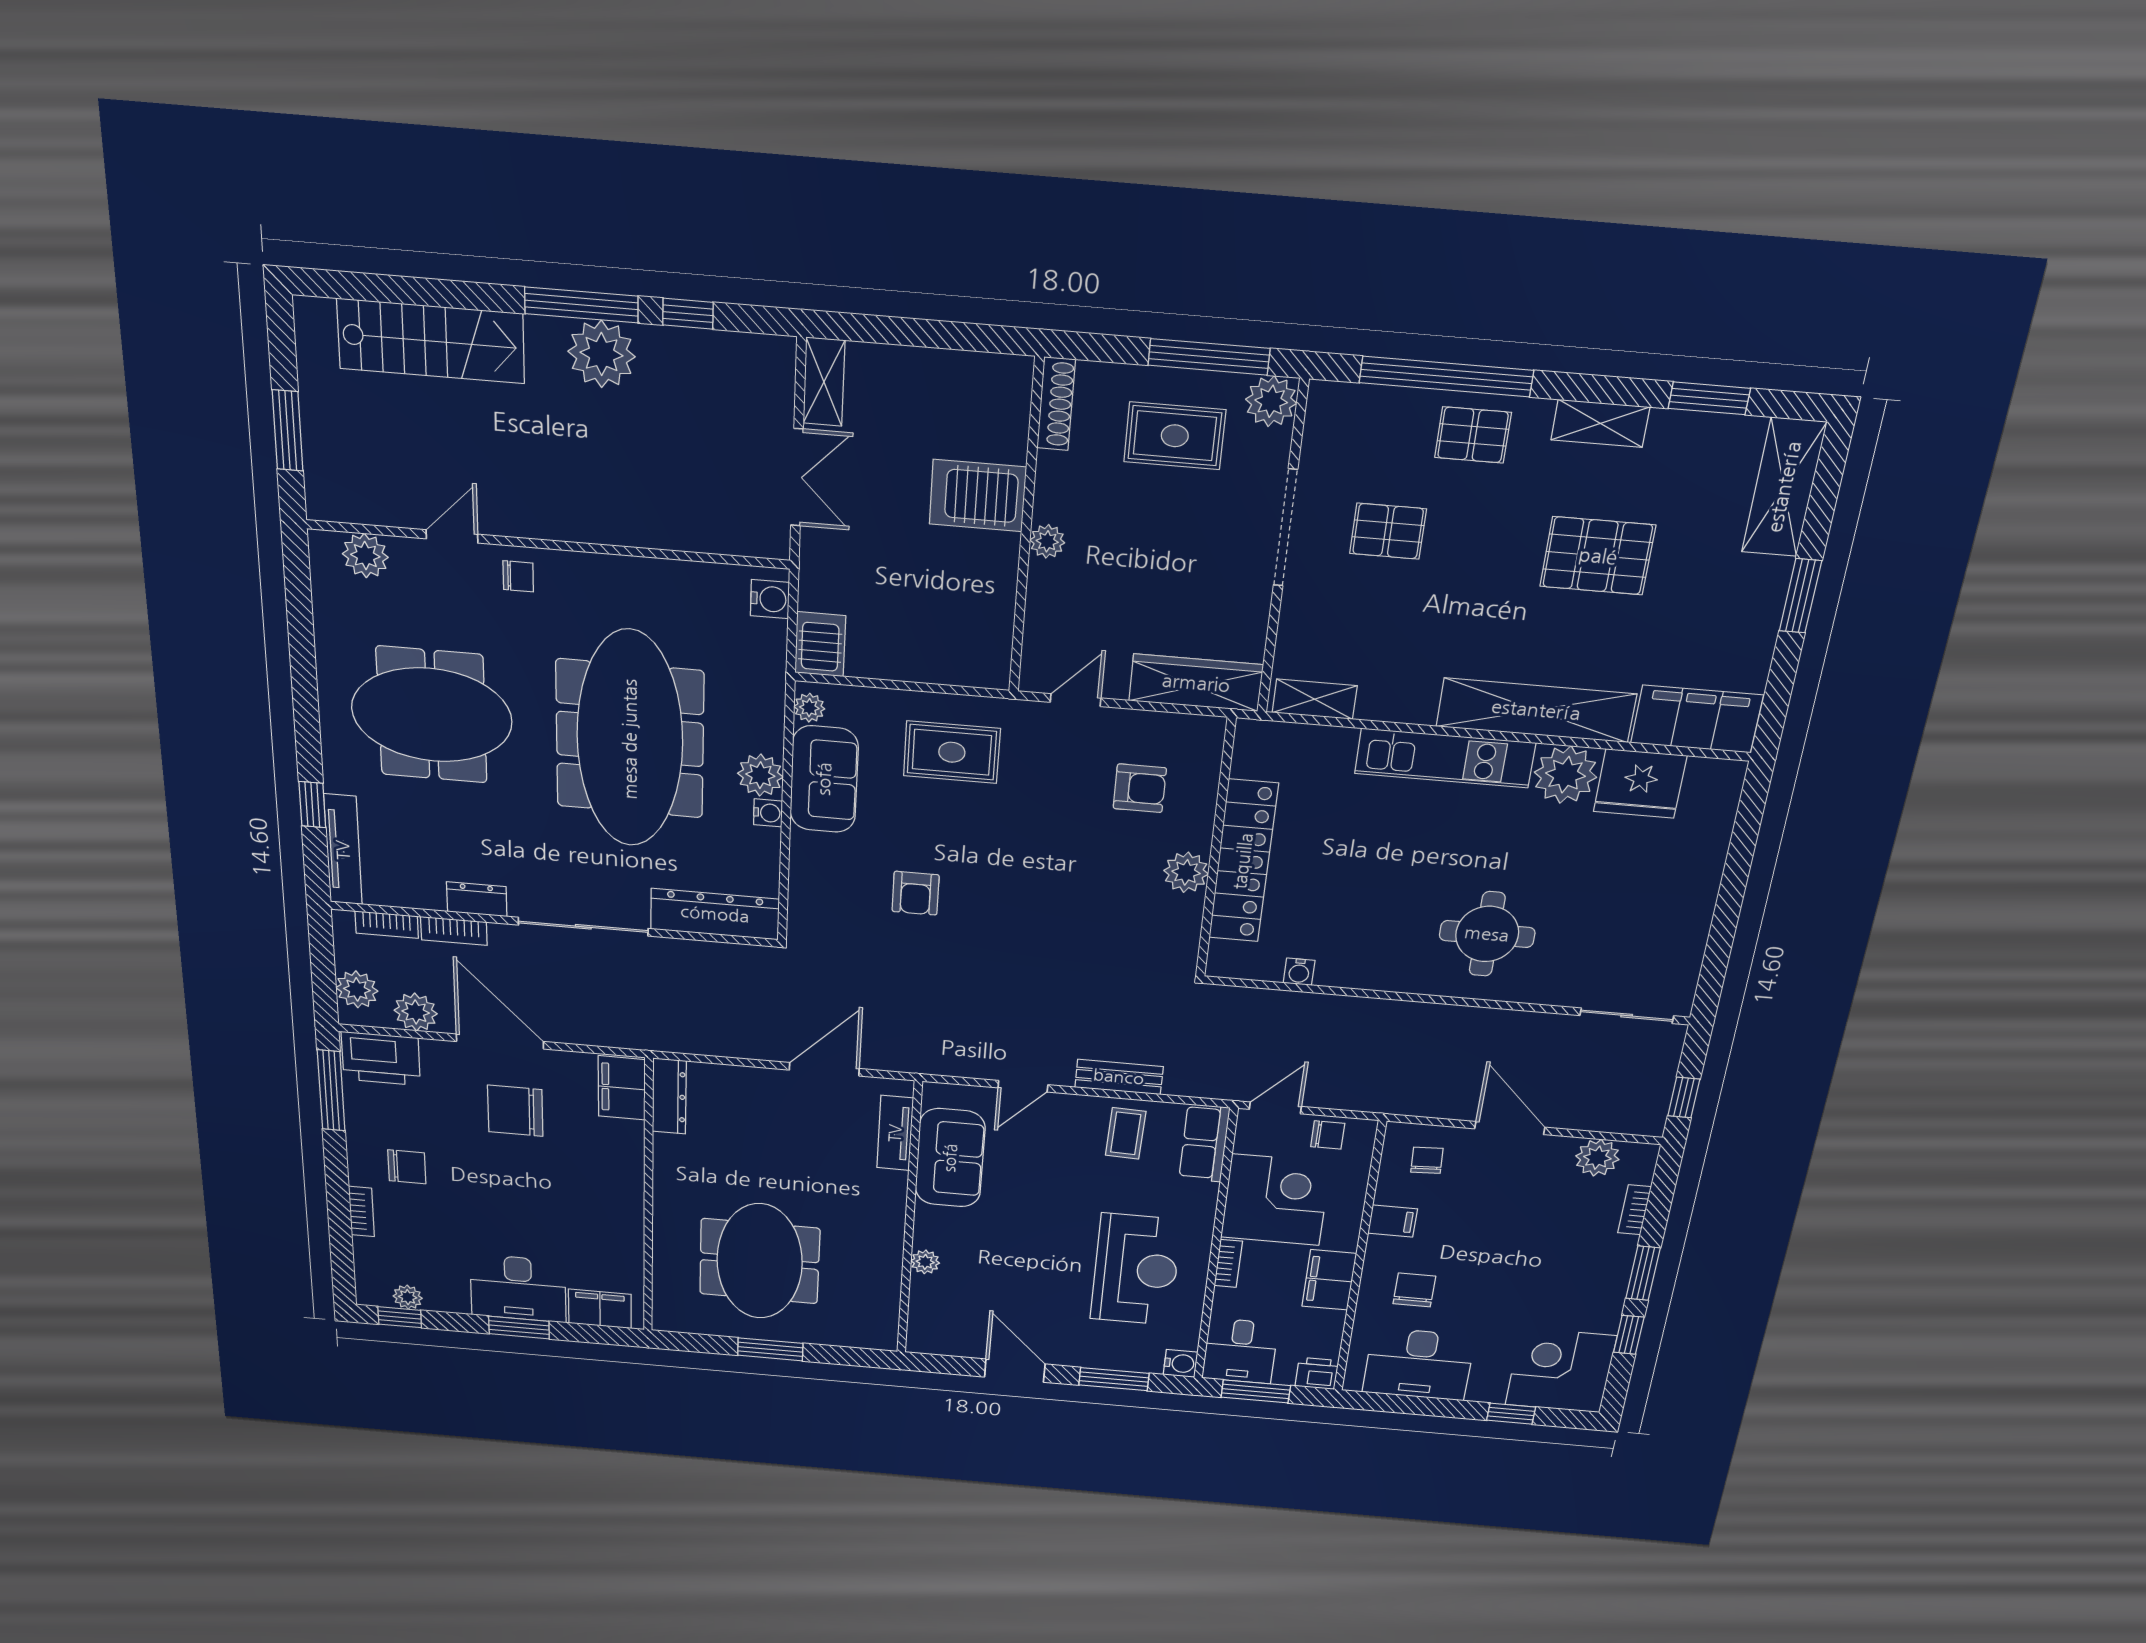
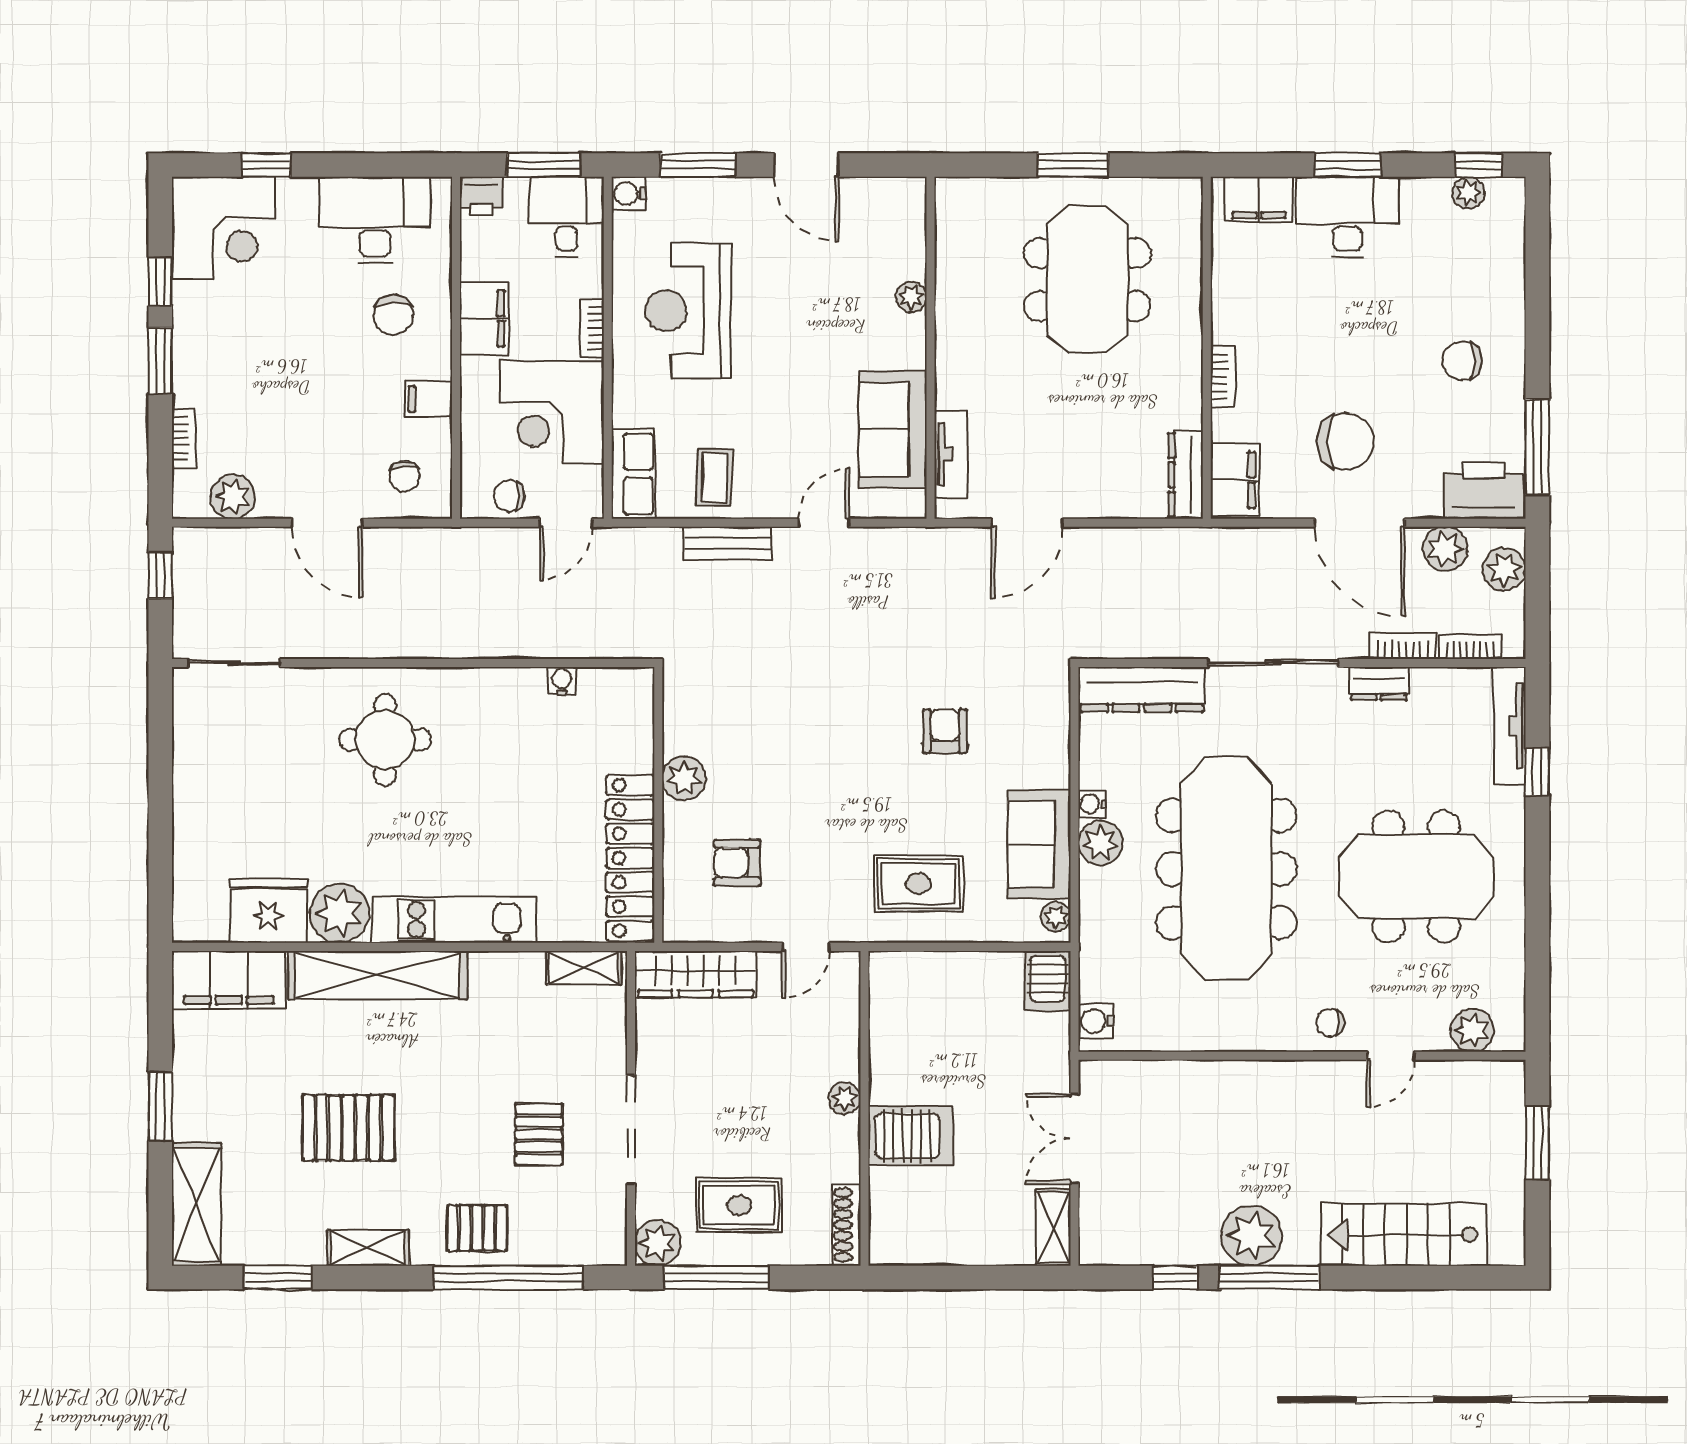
pallet: (1388, 531) -> (539, 1134), turned 90
locker: (1243, 861) -> (630, 858), moved
bookcase: (361, 1212) -> (1223, 376), moved, turned 180

